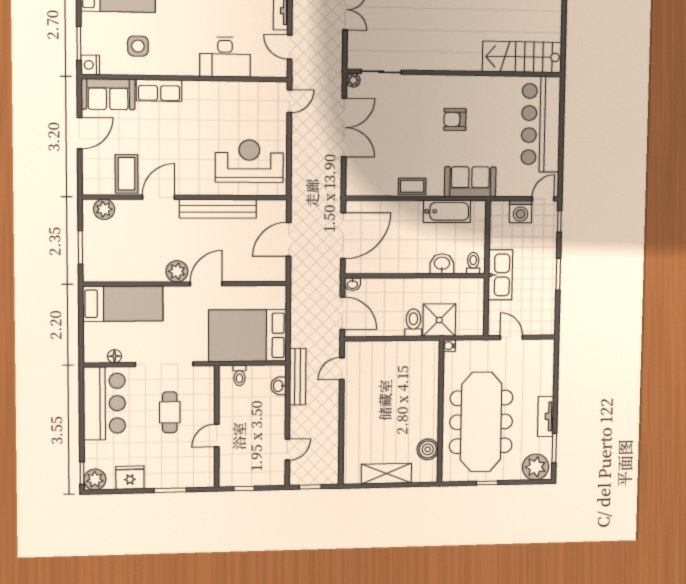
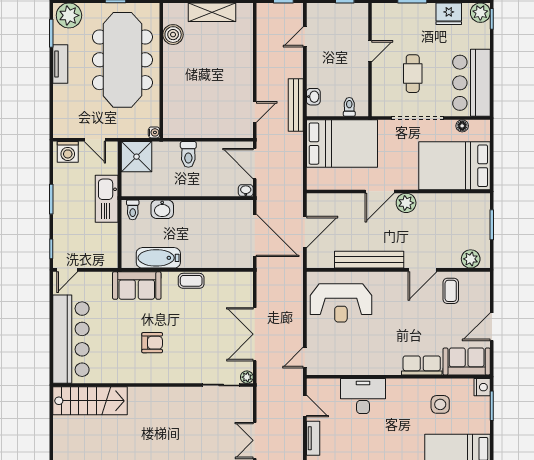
coffee table: (127, 174) -> (451, 291), width x0.73, depth x0.77
washing machine: (521, 212) -> (68, 152), moved, turned 180
door: (343, 236) -> (255, 235), swing flipped
bed: (123, 304) -> (454, 166), width x1.50
shower: (439, 320) -> (137, 157), moved

